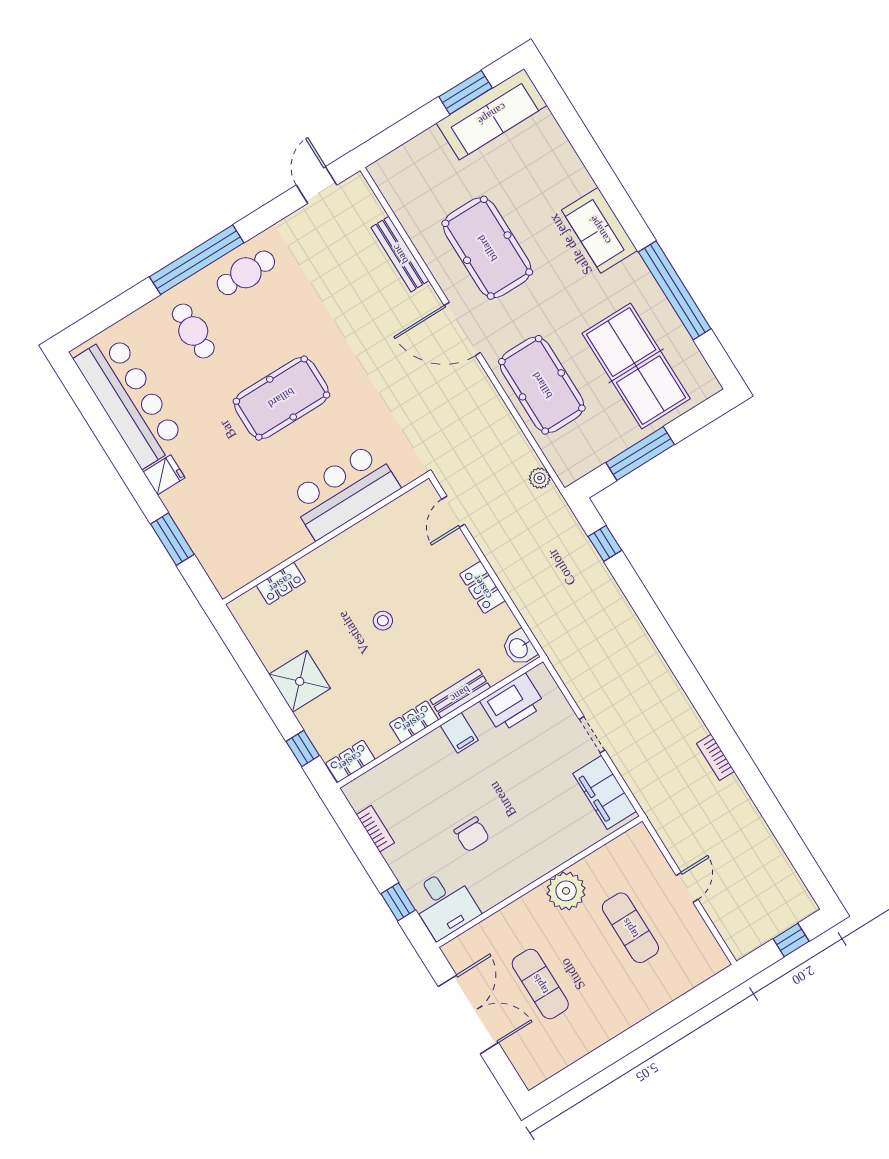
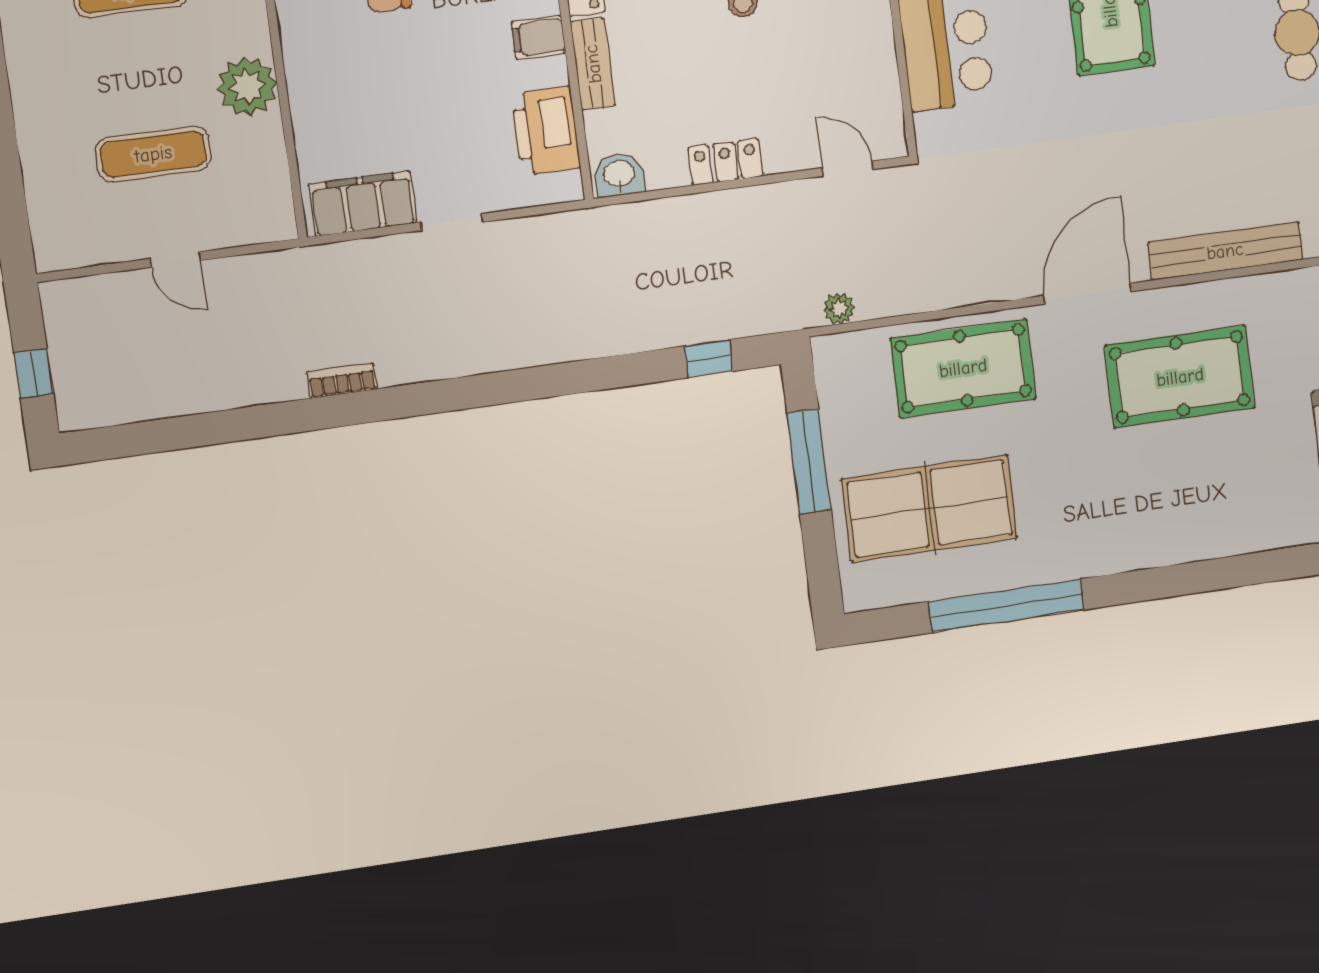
sofa: (600, 230) -> (1133, 539), removed
bench: (400, 254) -> (1225, 251), width x1.37, depth x1.21

